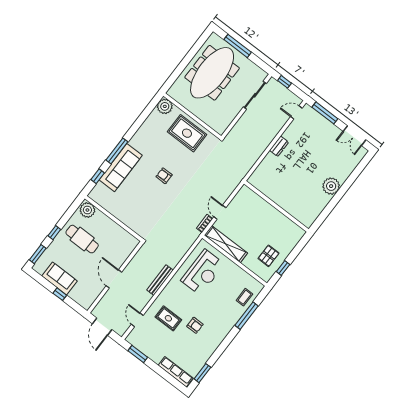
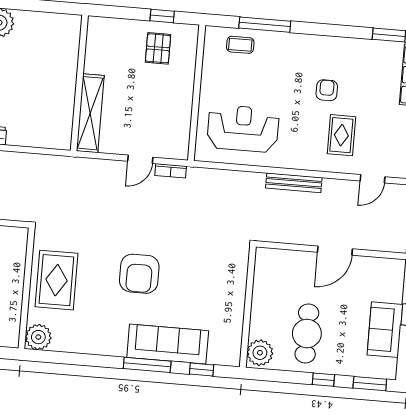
armchair: (164, 176) -> (139, 274), width x1.88, depth x1.88
shelving: (226, 244) -> (90, 113), moved
pallet: (269, 256) -> (158, 48), turned 90

